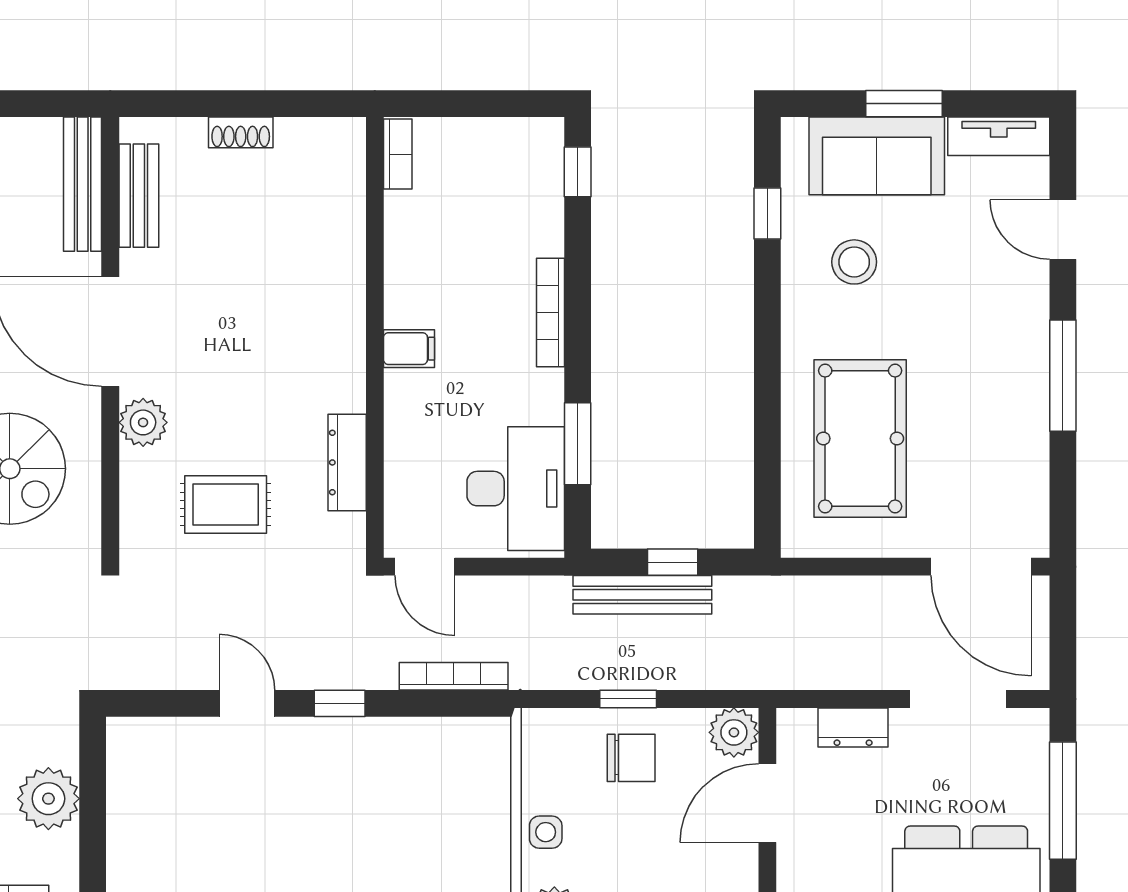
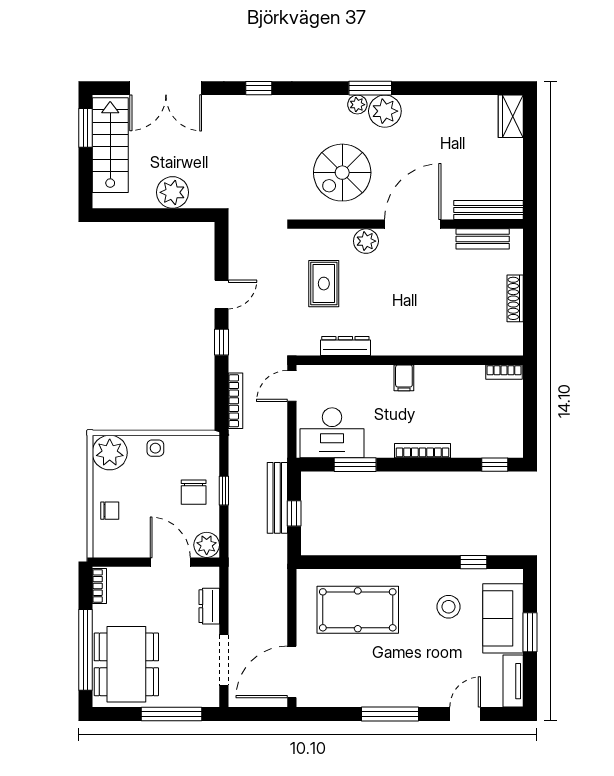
shoe rack: (241, 132) -> (515, 298), width x1.43

